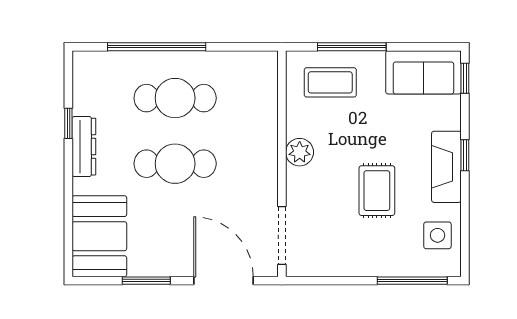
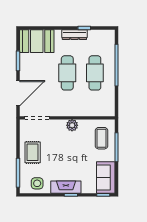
rug: (377, 191) -> (33, 152), moved, turned 90

